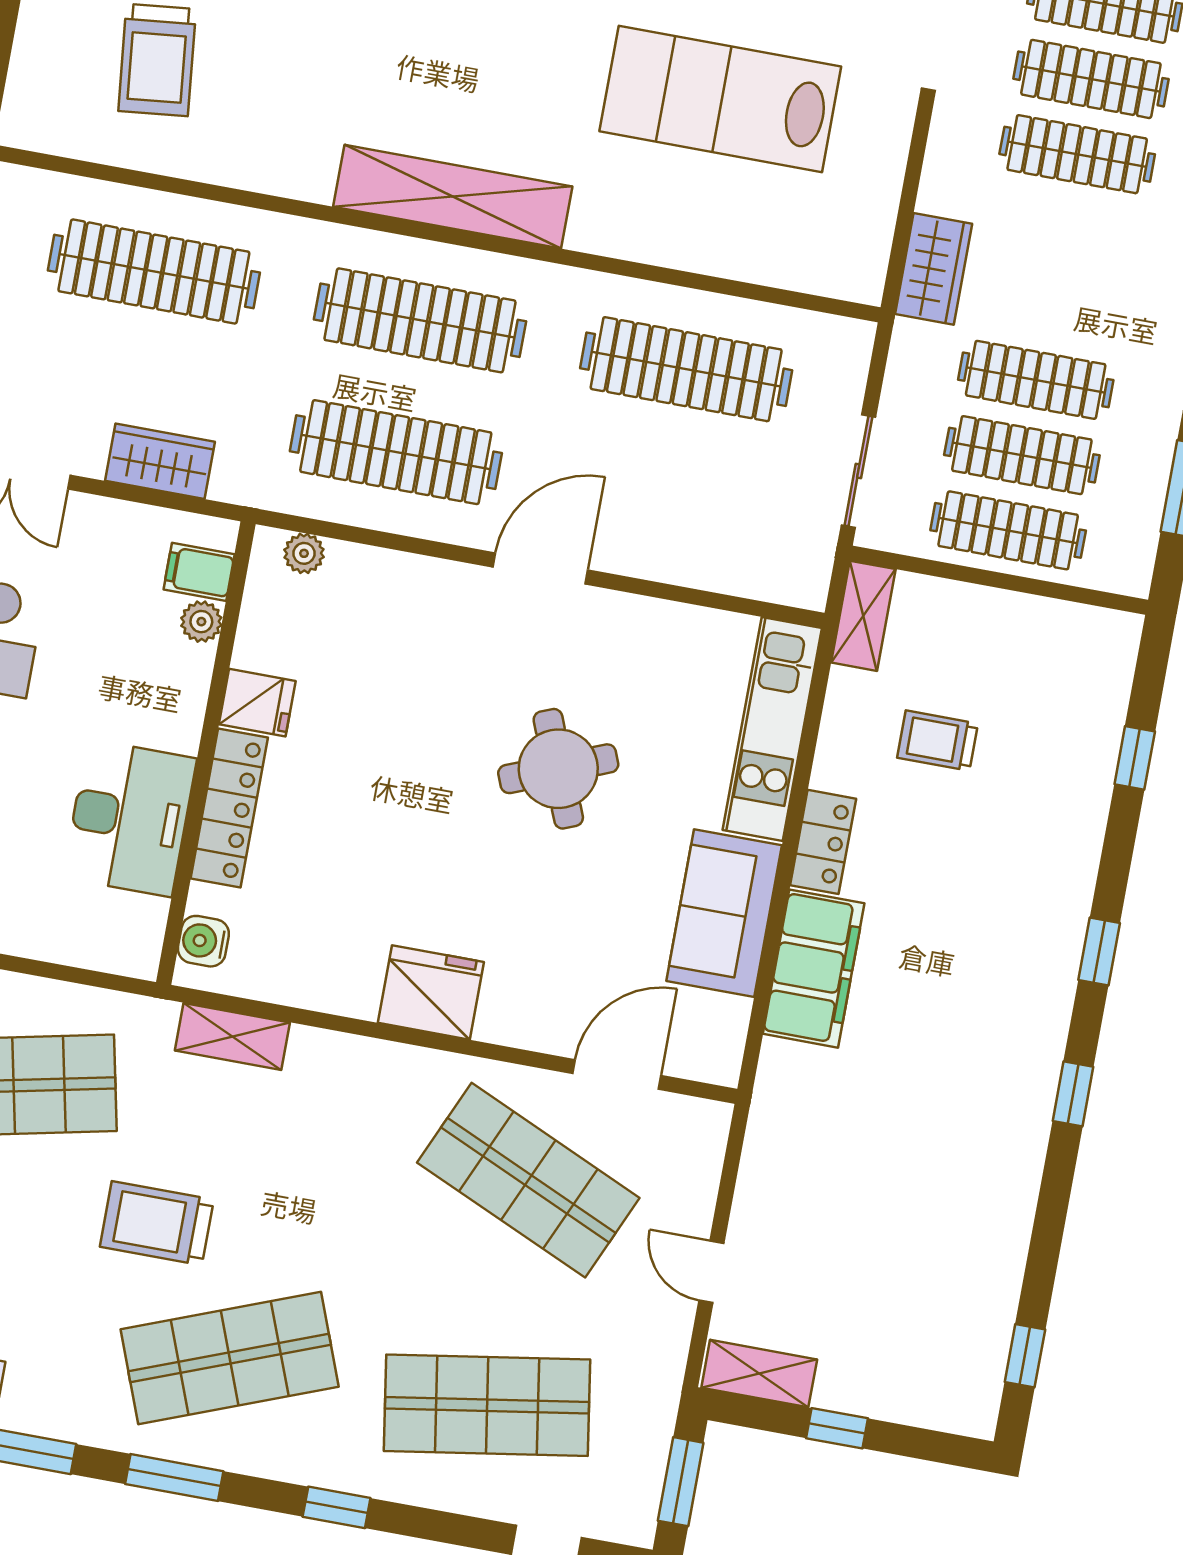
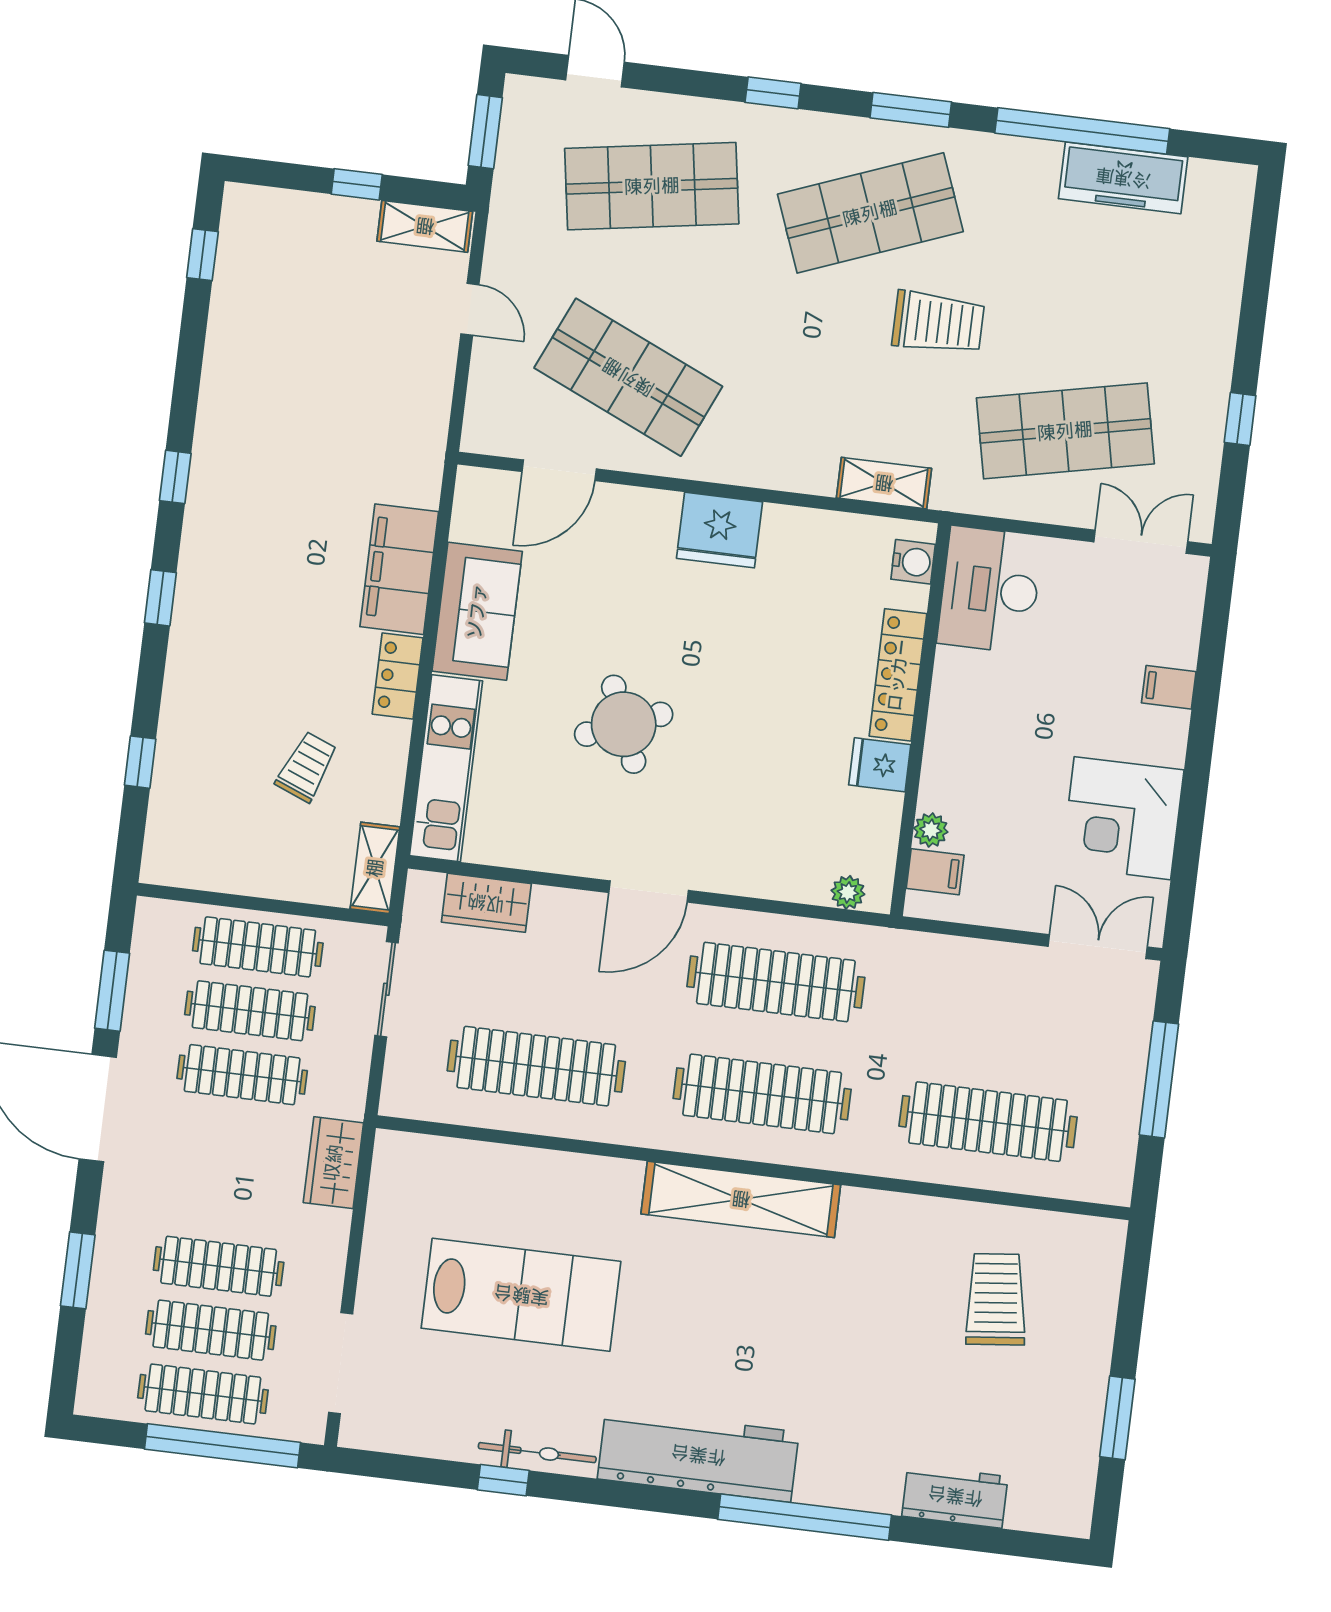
wardrobe: (160, 461) -> (486, 903), moved
trolley: (938, 741) -> (307, 767), turned -68
desk: (130, 818) -> (990, 590), moved

